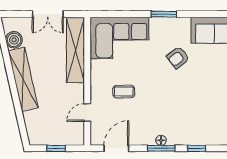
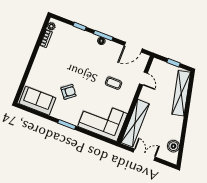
shelving: (23, 79) -> (181, 93), moved
door: (87, 113) -> (143, 79), hinge flipped

